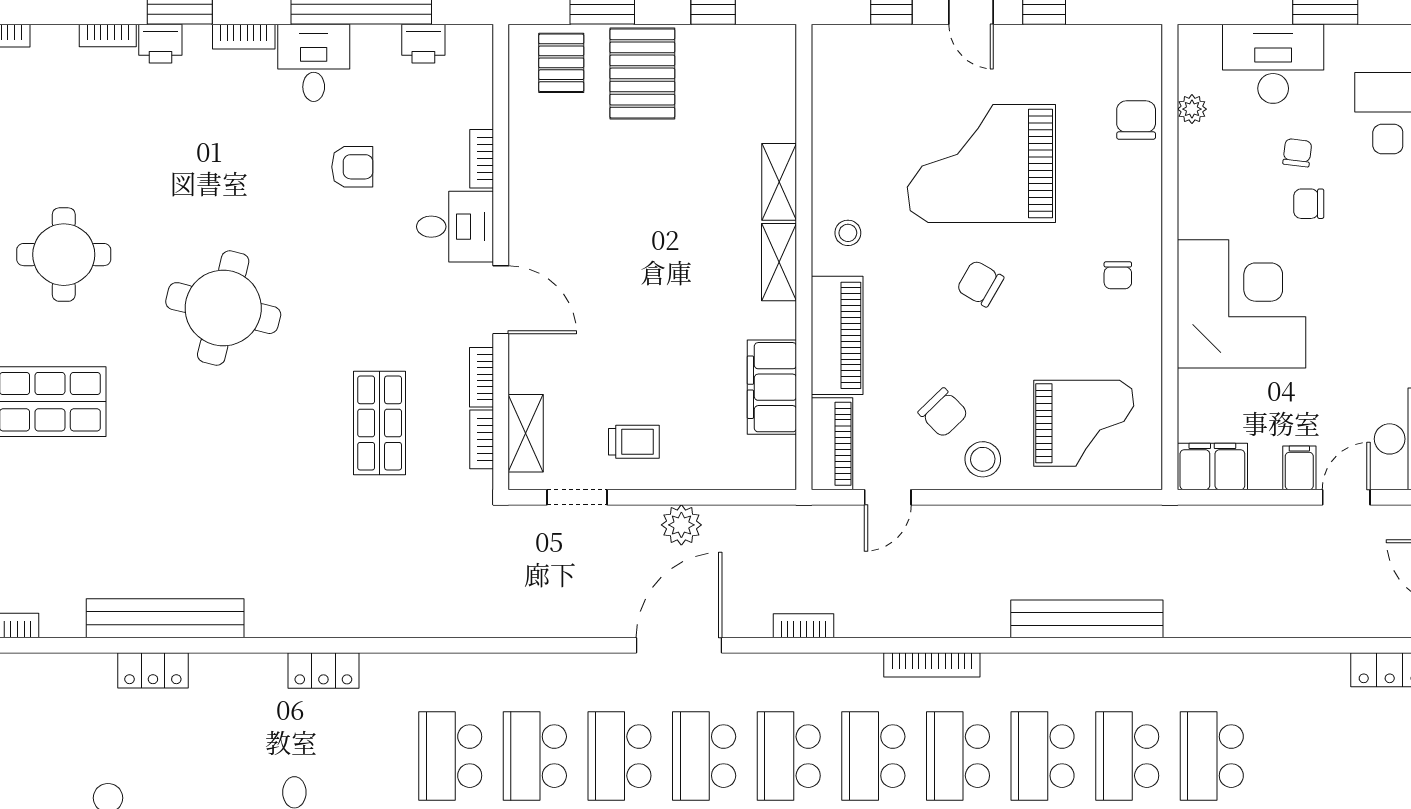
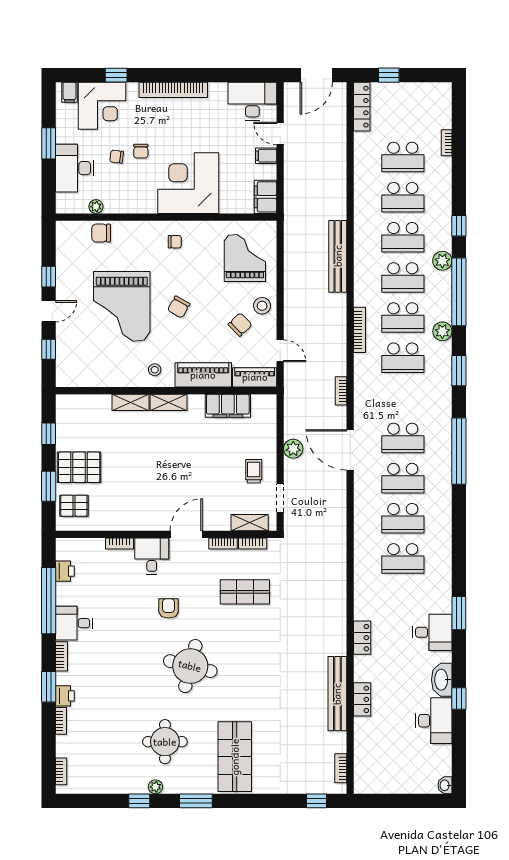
armchair: (352, 167) -> (169, 608), moved
locker: (323, 670) -> (362, 638), moved
school desk: (789, 756) -> (403, 157), moved

